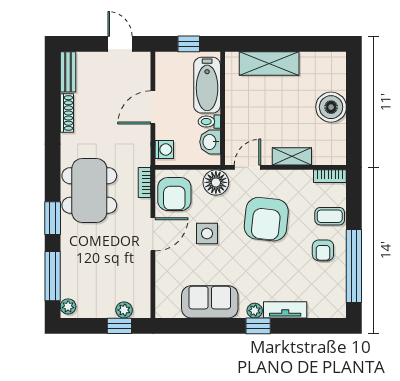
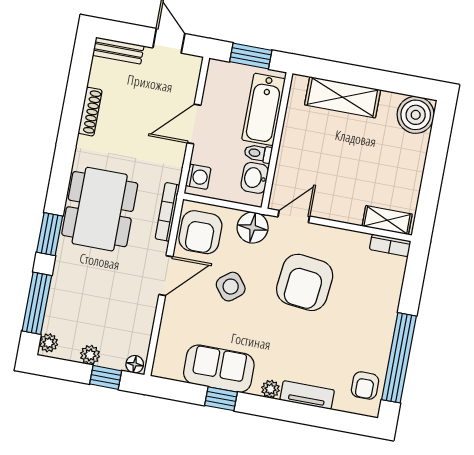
window: (189, 44) -> (251, 56), width x1.50
bench: (68, 72) -> (118, 50), moved, turned 90
boiler: (331, 107) -> (416, 115), moved
shelving: (292, 156) -> (387, 220), moved
bookcase: (145, 183) -> (167, 212), width x1.56
coffee table: (330, 216) -> (381, 293), removed
side table: (207, 234) -> (231, 287), turned -38
armchair: (323, 250) -> (365, 385), moved
plant: (124, 310) -> (90, 355), moved
floor lamp: (141, 311) -> (135, 364), added
window: (258, 326) -> (221, 399), moved

